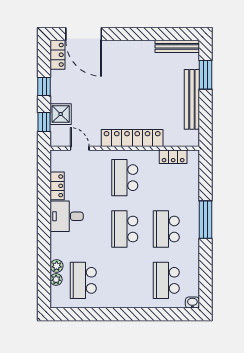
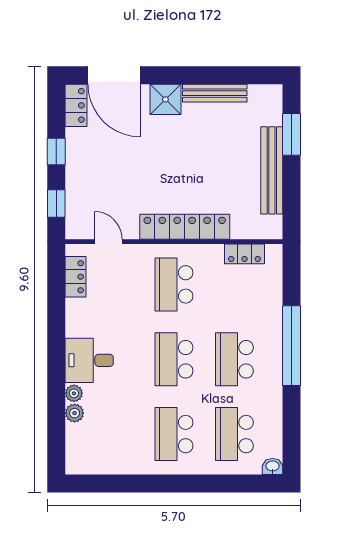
bench: (177, 46) -> (215, 93), moved
shower: (61, 114) -> (165, 99), moved
locker: (57, 186) -> (76, 277), moved
desk: (67, 216) -> (89, 360), moved
window: (205, 220) -> (292, 346), width x1.46
plant: (56, 280) -> (74, 393), moved
school desk: (83, 280) -> (174, 434), moved

